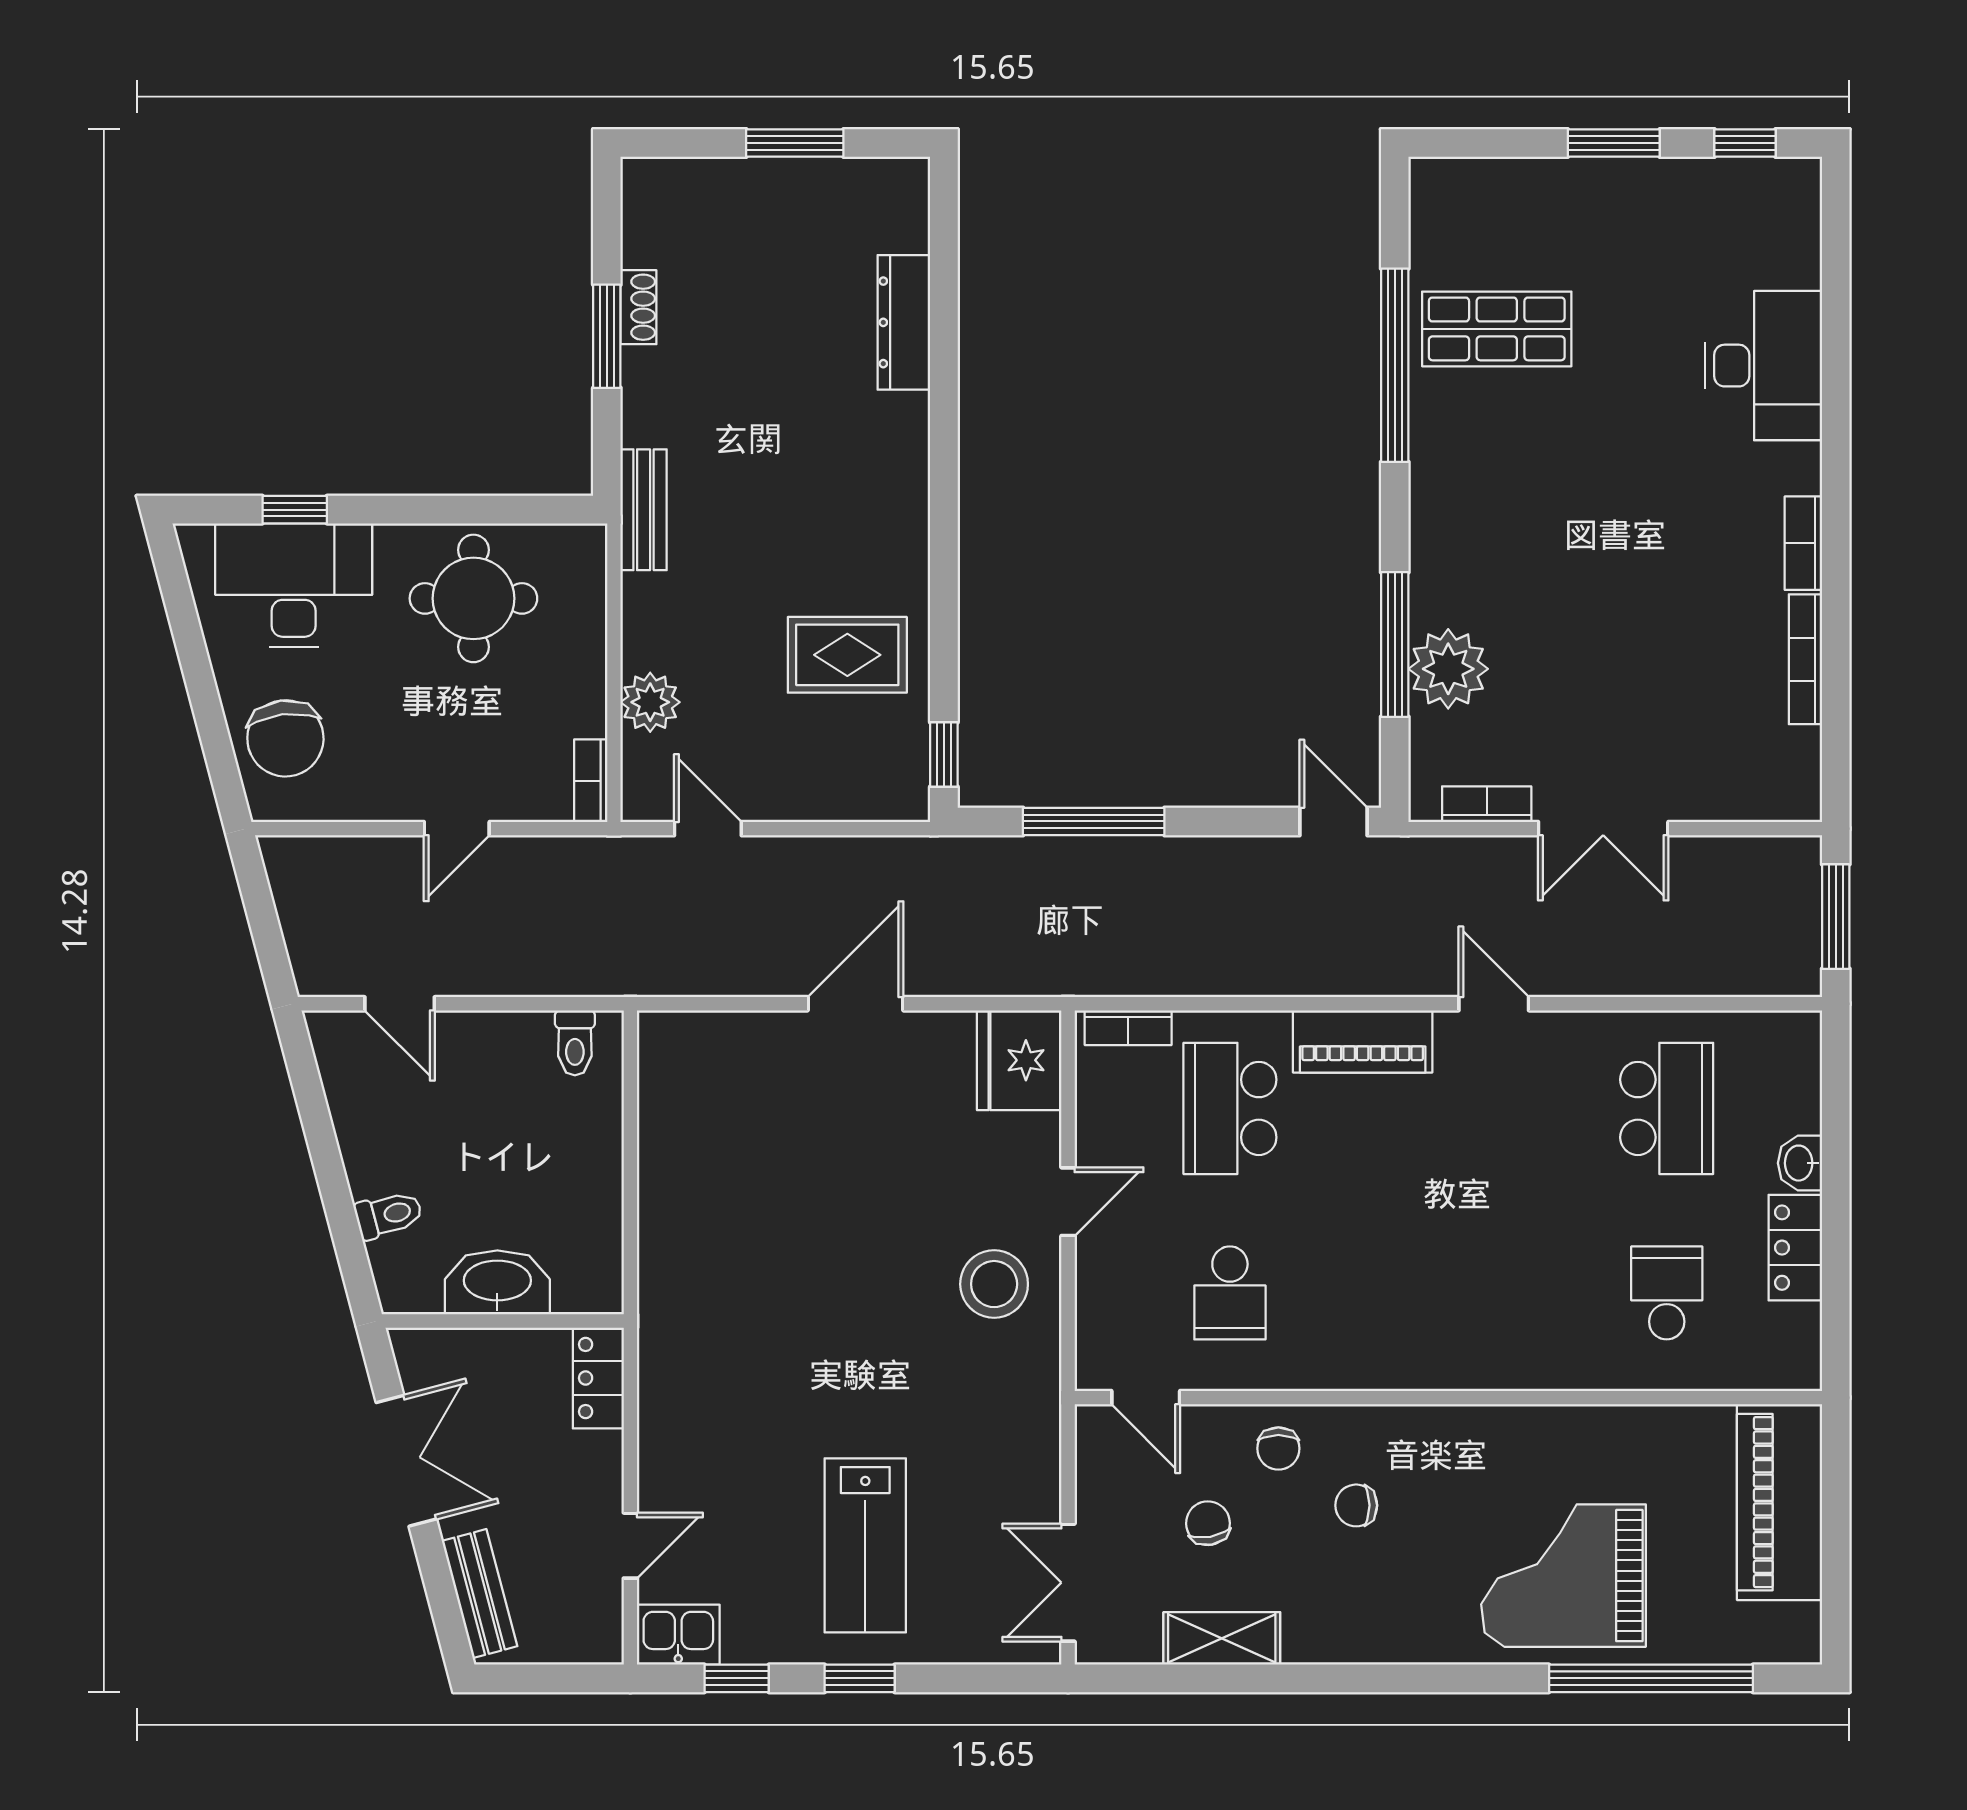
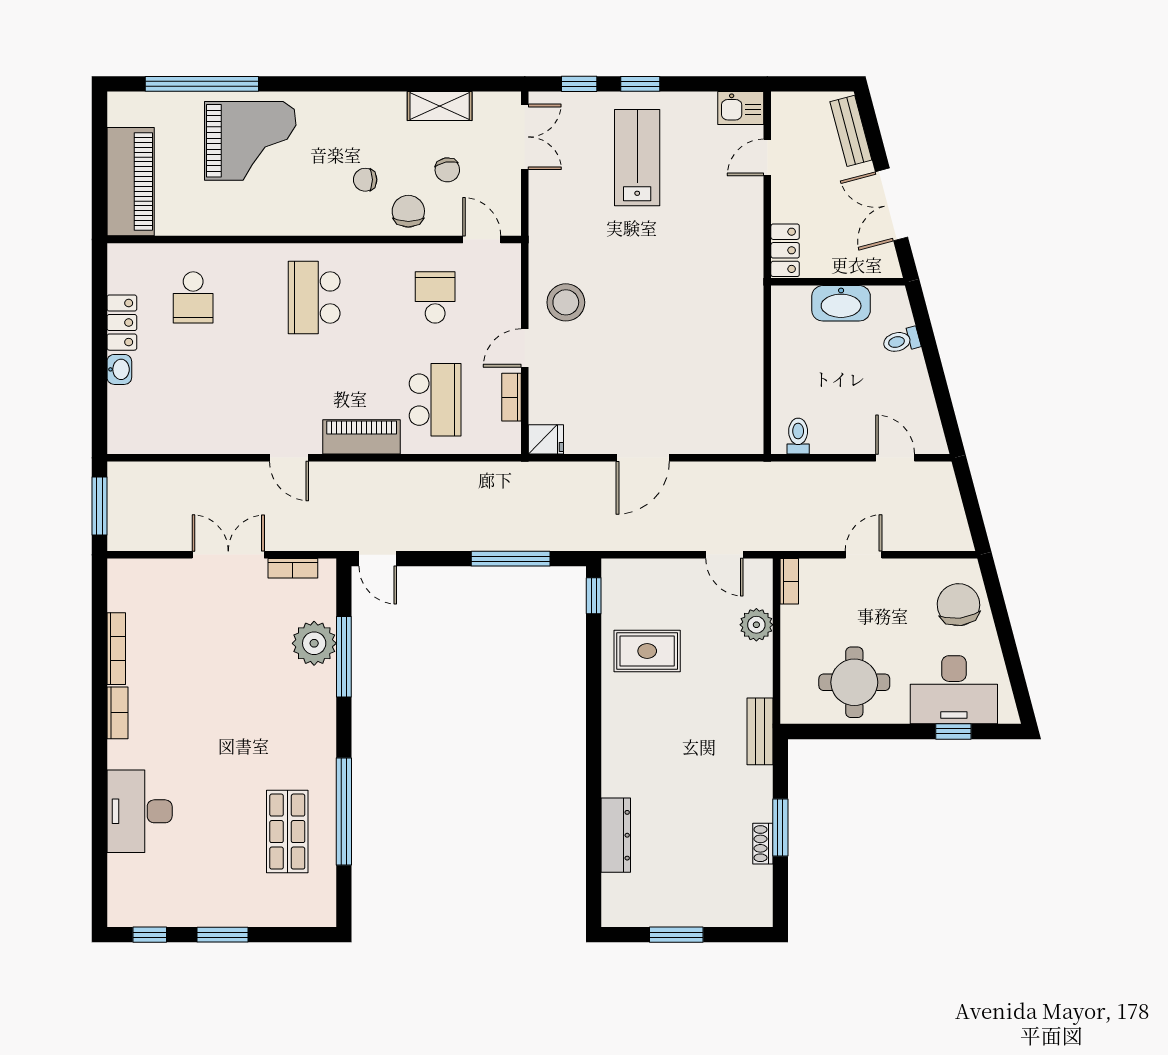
shop shelf: (1497, 329) -> (287, 832), turned 90
bookcase: (1128, 1028) -> (512, 397), moved, turned -90
fridge: (1019, 1060) -> (546, 439), width x0.53, depth x0.75
school desk: (1667, 1108) -> (314, 297), moved
chair: (1278, 1448) -> (408, 211), width x1.37, depth x1.37
chair: (1356, 1505) -> (365, 180), turned 180
window: (737, 1678) -> (579, 84), moved

